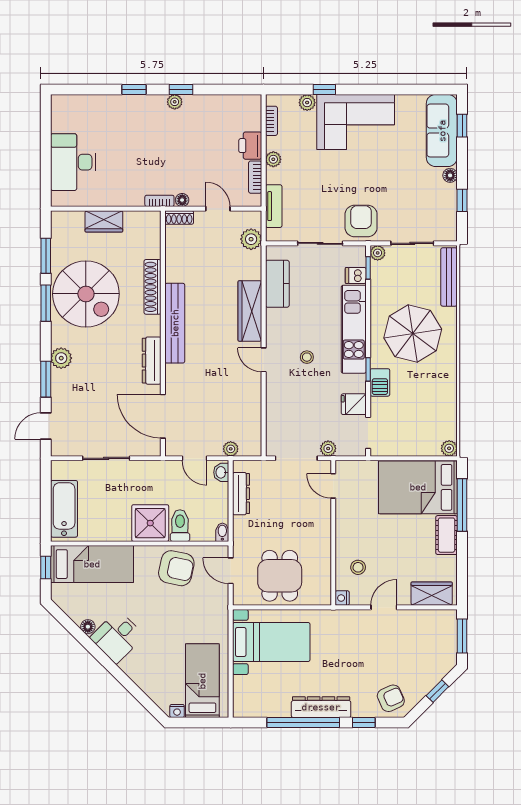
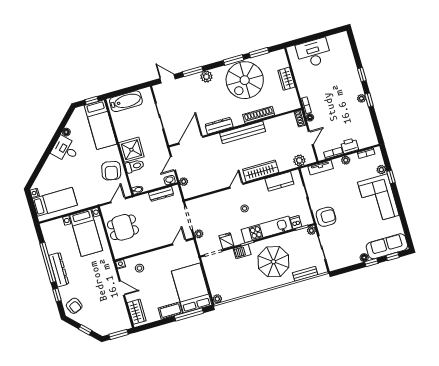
window: (462, 200) -> (371, 262), moved
bench: (449, 277) -> (305, 274), width x0.73

